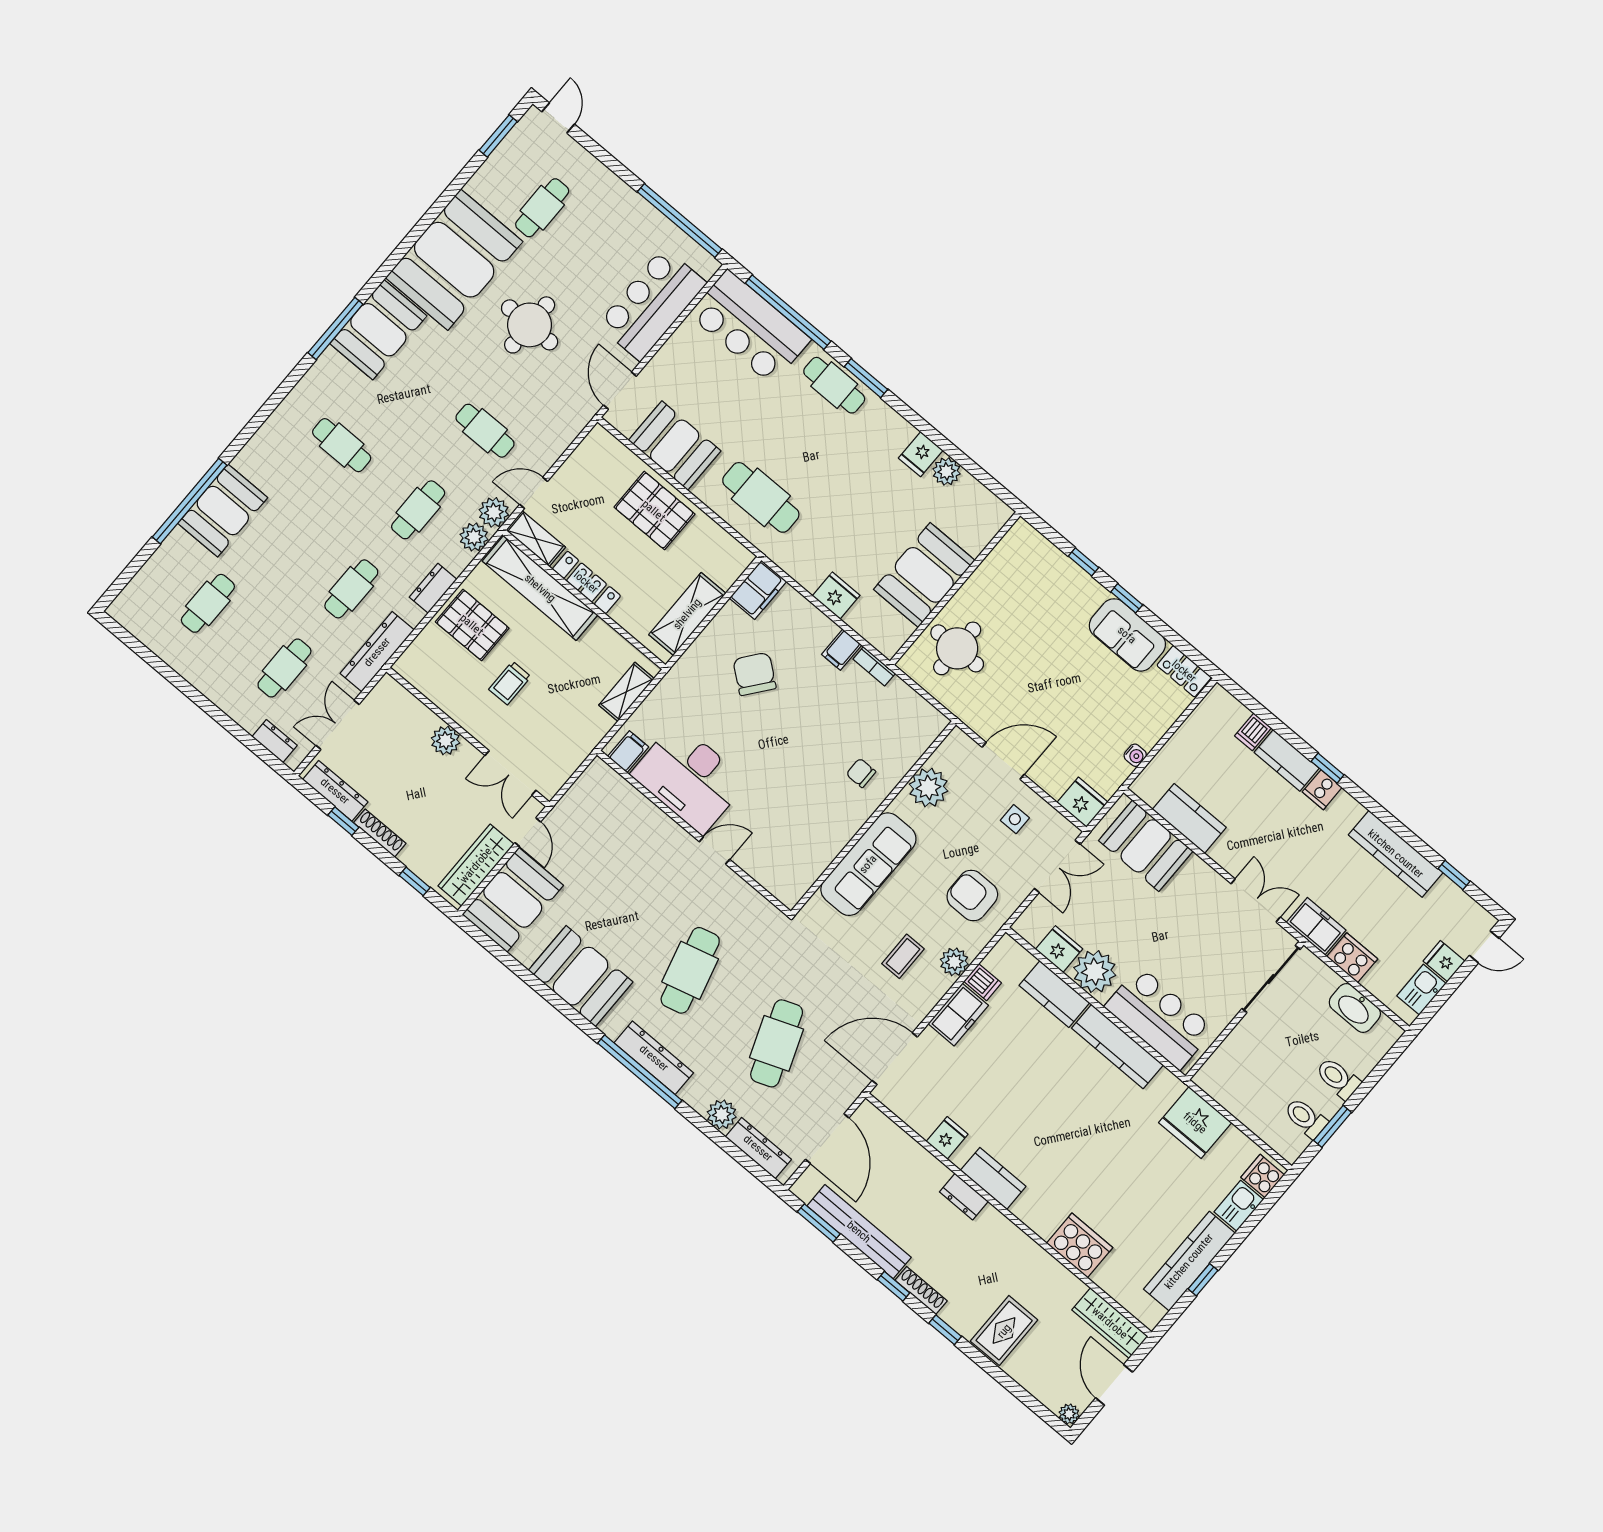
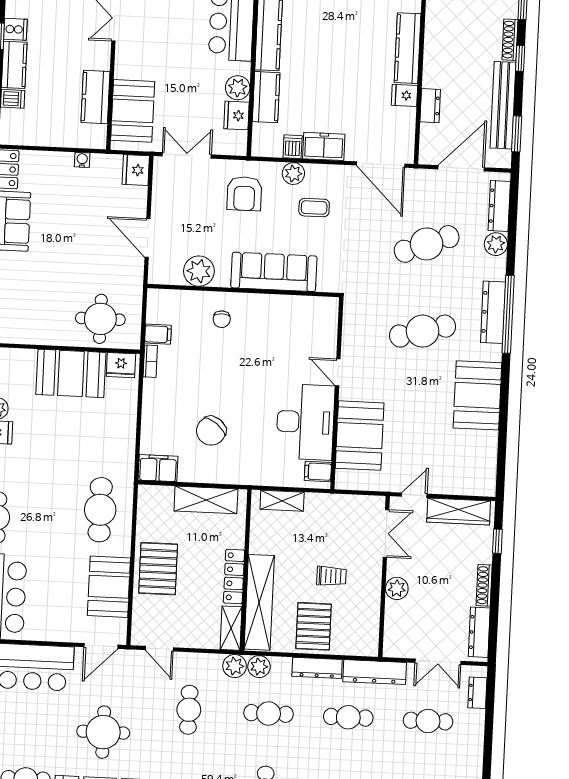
door: (534, 493) -> (159, 649), moved
dresser: (433, 588) -> (317, 668), width x1.44
fridge: (836, 596) -> (121, 365), moved, turned -90
filing cabinet: (842, 650) -> (158, 334), moved
side table: (1015, 819) -> (178, 203), removed
window: (343, 821) -> (494, 613), removed
booth: (513, 900) -> (360, 436), moved, turned 90
plant: (1095, 972) -> (238, 88), width x0.73, depth x0.73
kitchen counter: (993, 1178) -> (408, 48), width x1.50
dresser: (964, 1197) -> (430, 106), moved

